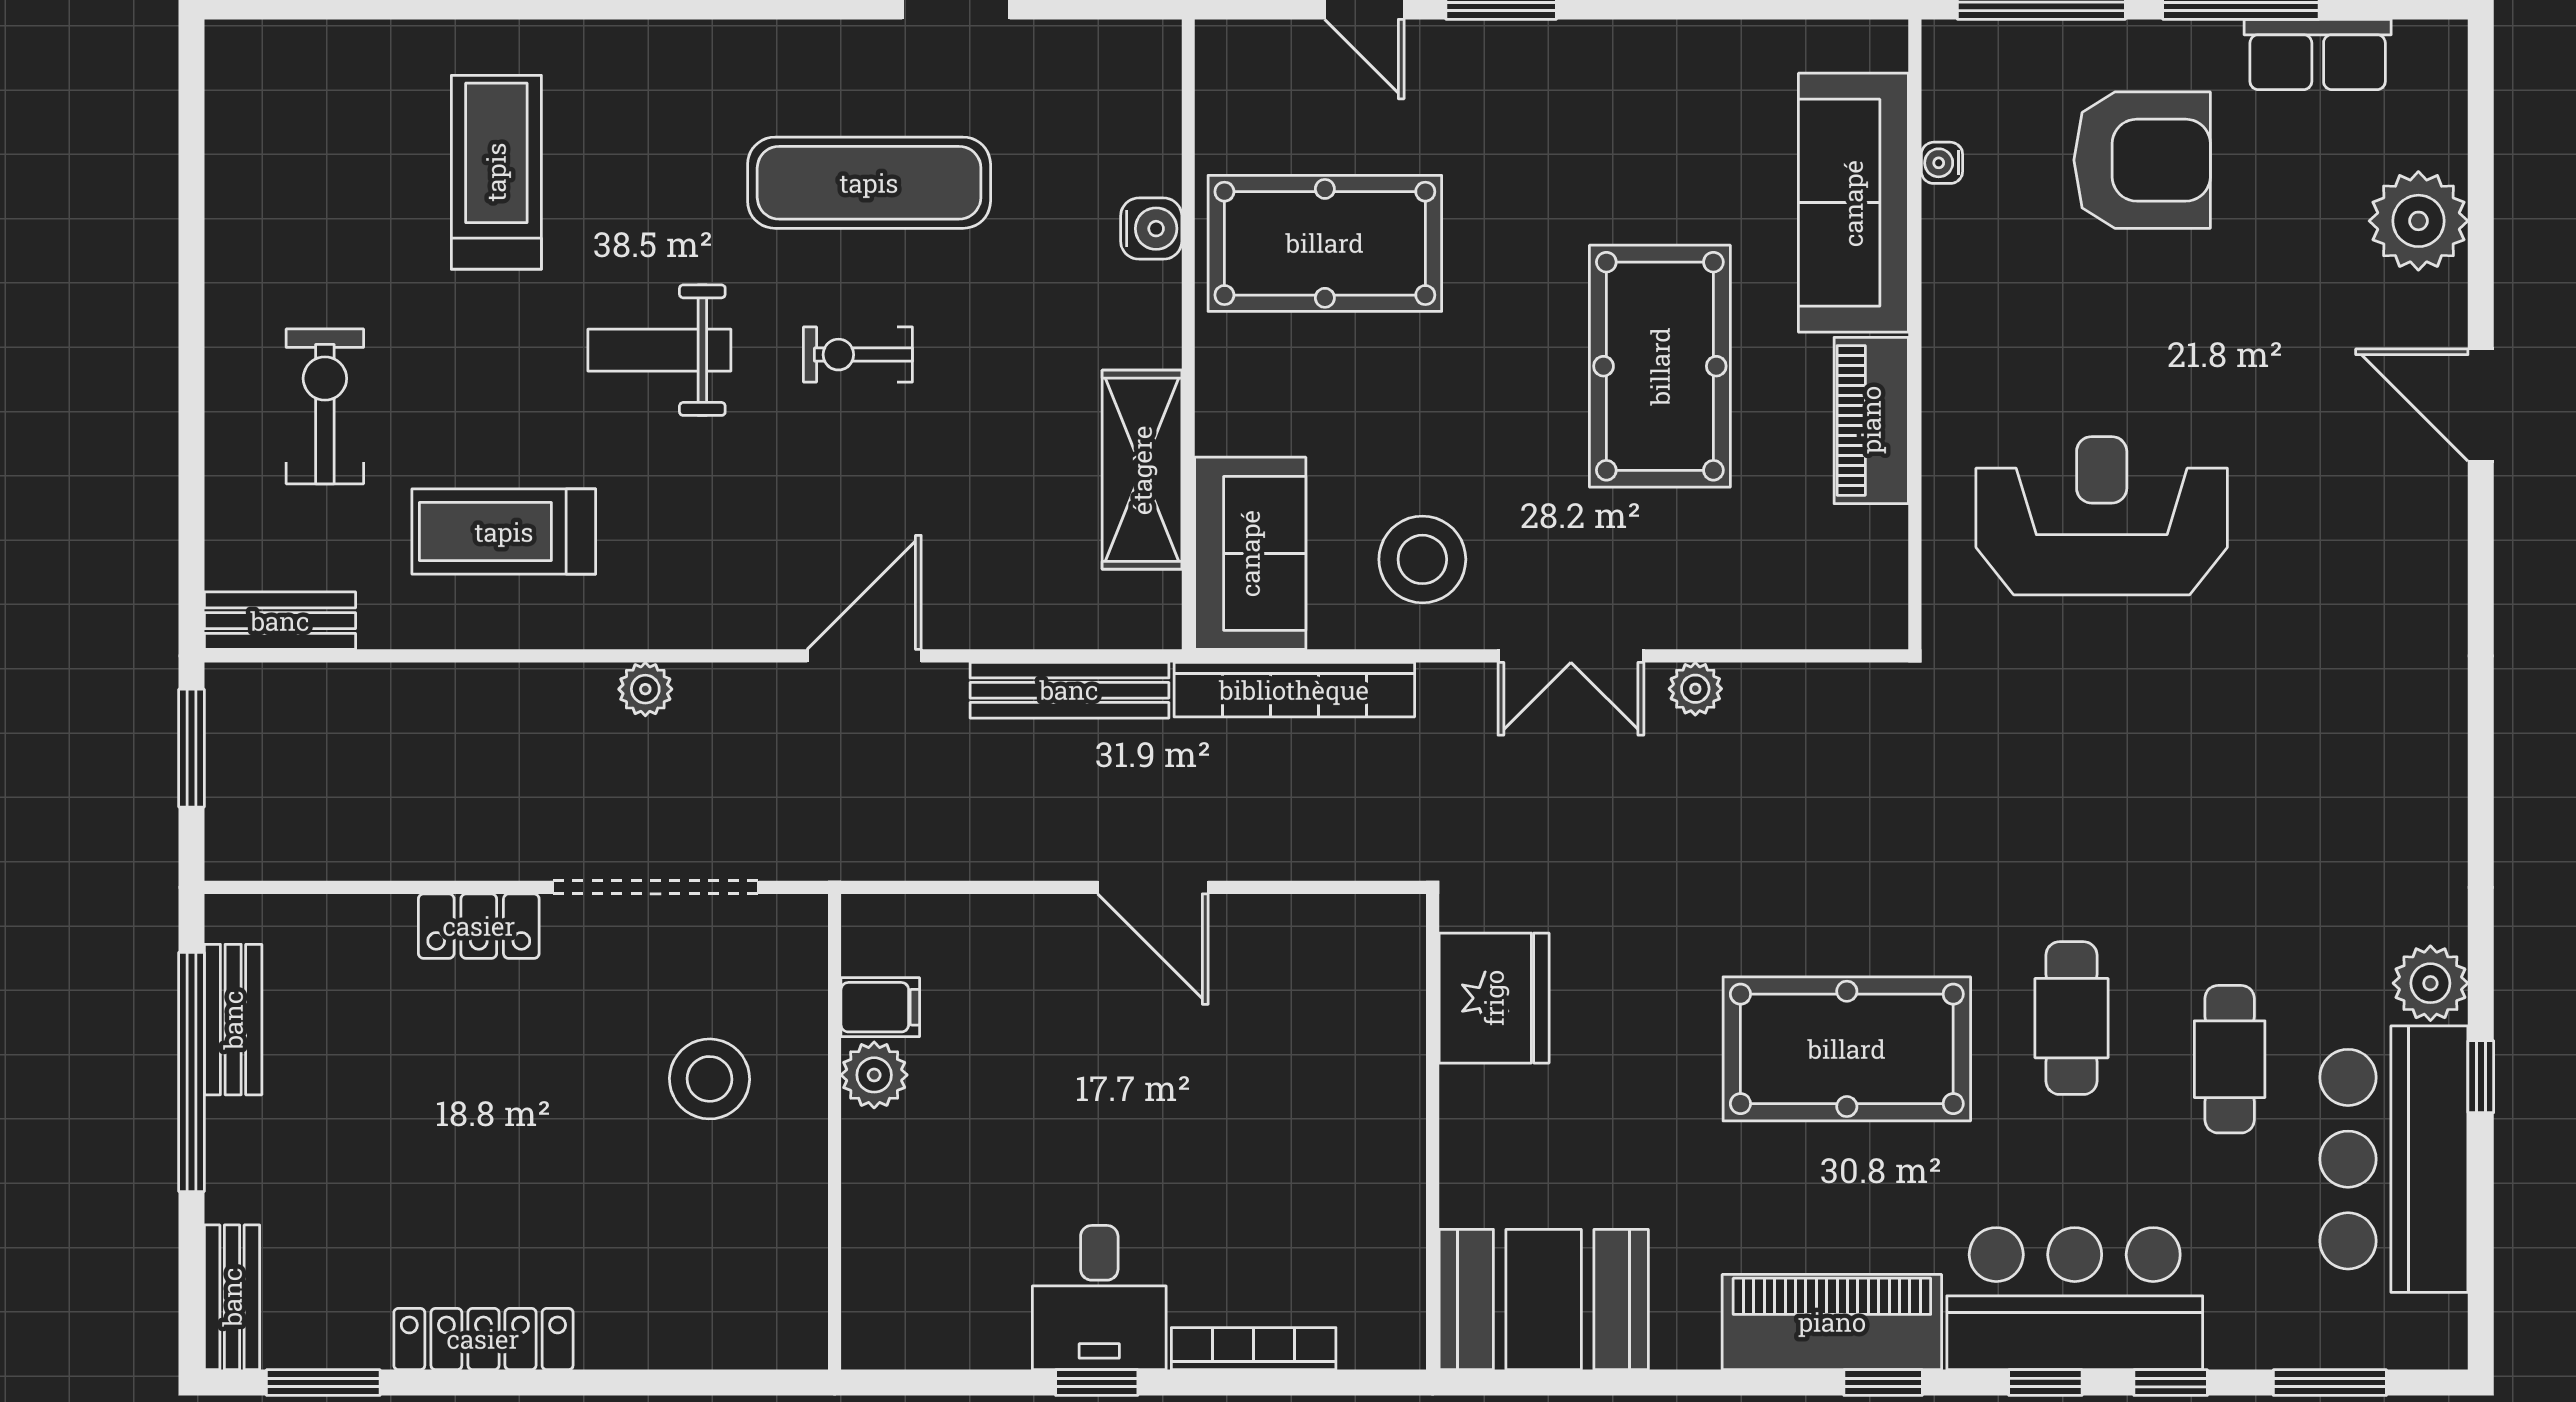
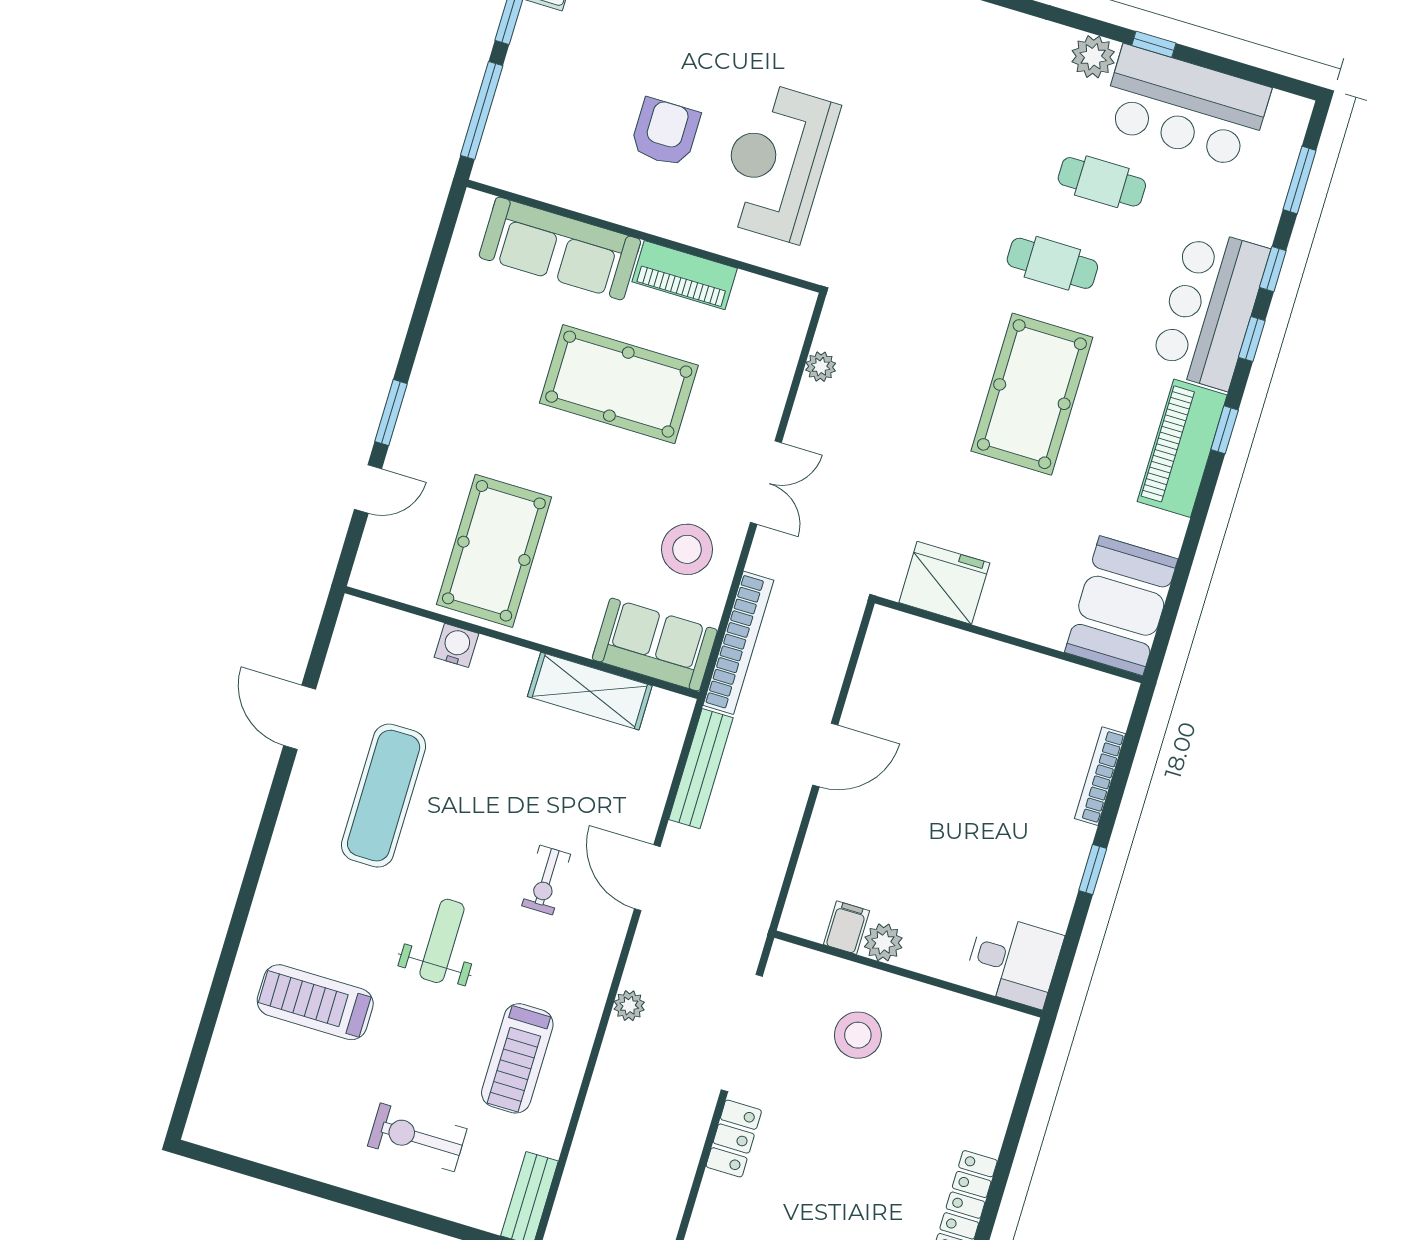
armchair: (2142, 160) -> (665, 132), moved, width x0.73, depth x0.73
water cooler: (1942, 163) -> (552, 192), removed
weight bench: (659, 350) -> (442, 941), turned 180
exercise bike: (858, 355) -> (546, 880), moved
plant: (1695, 689) -> (821, 367), moved
desk: (1099, 1298) -> (1013, 961), moved

